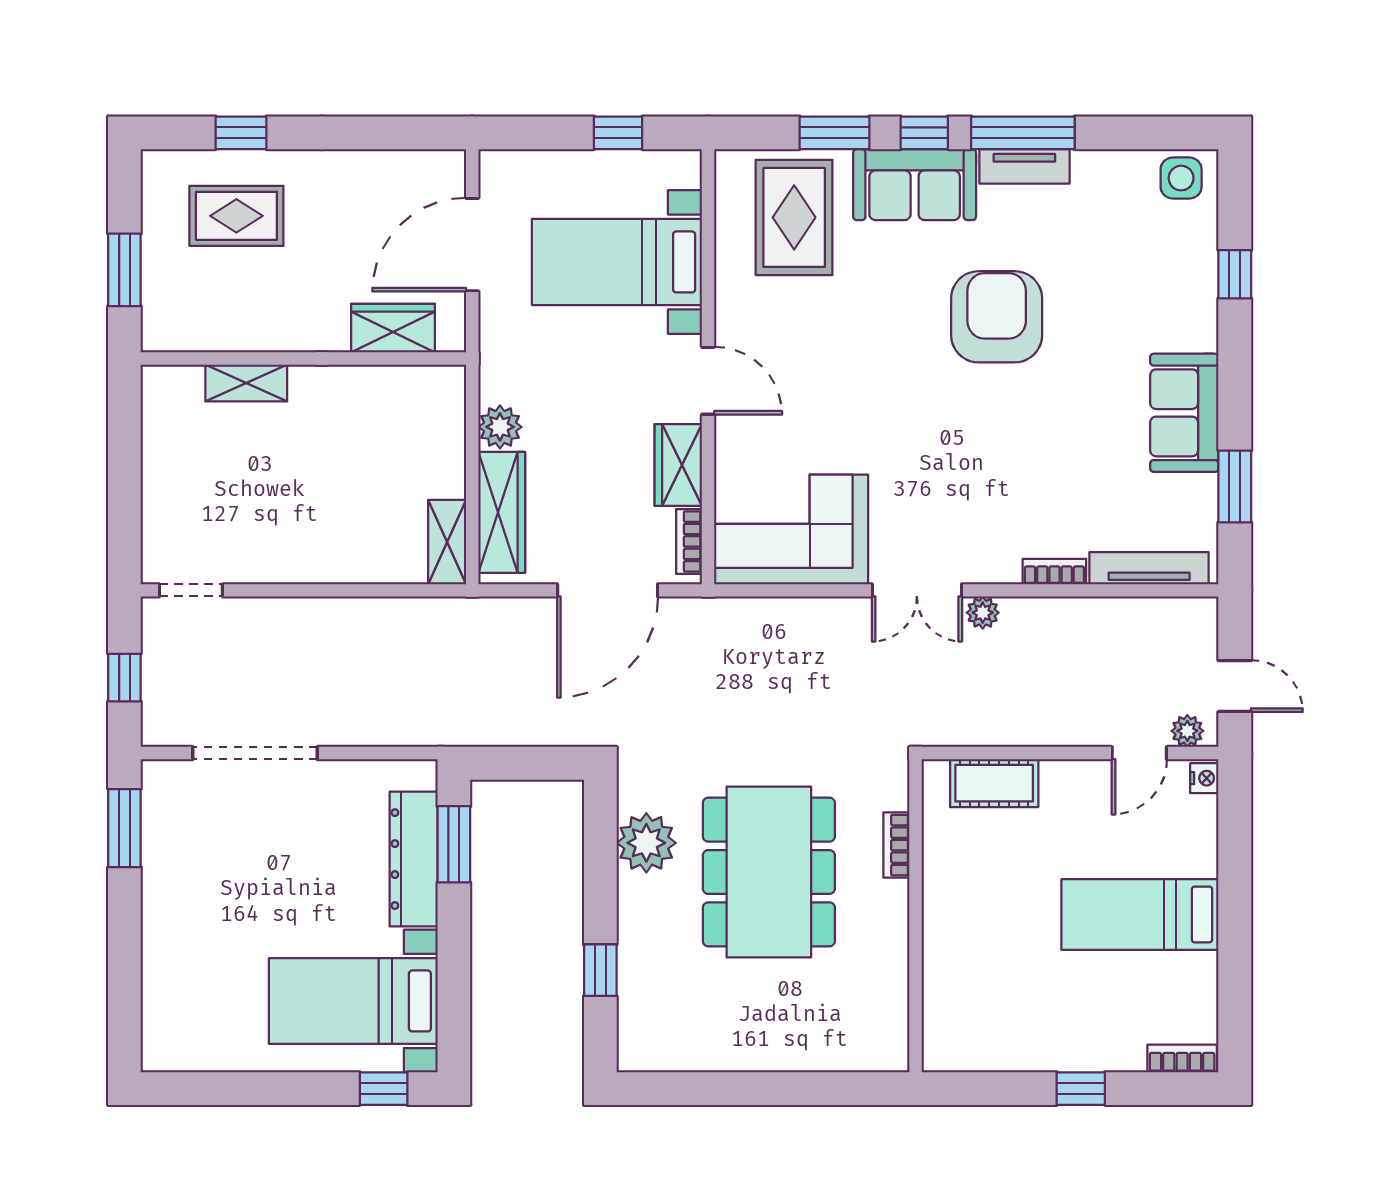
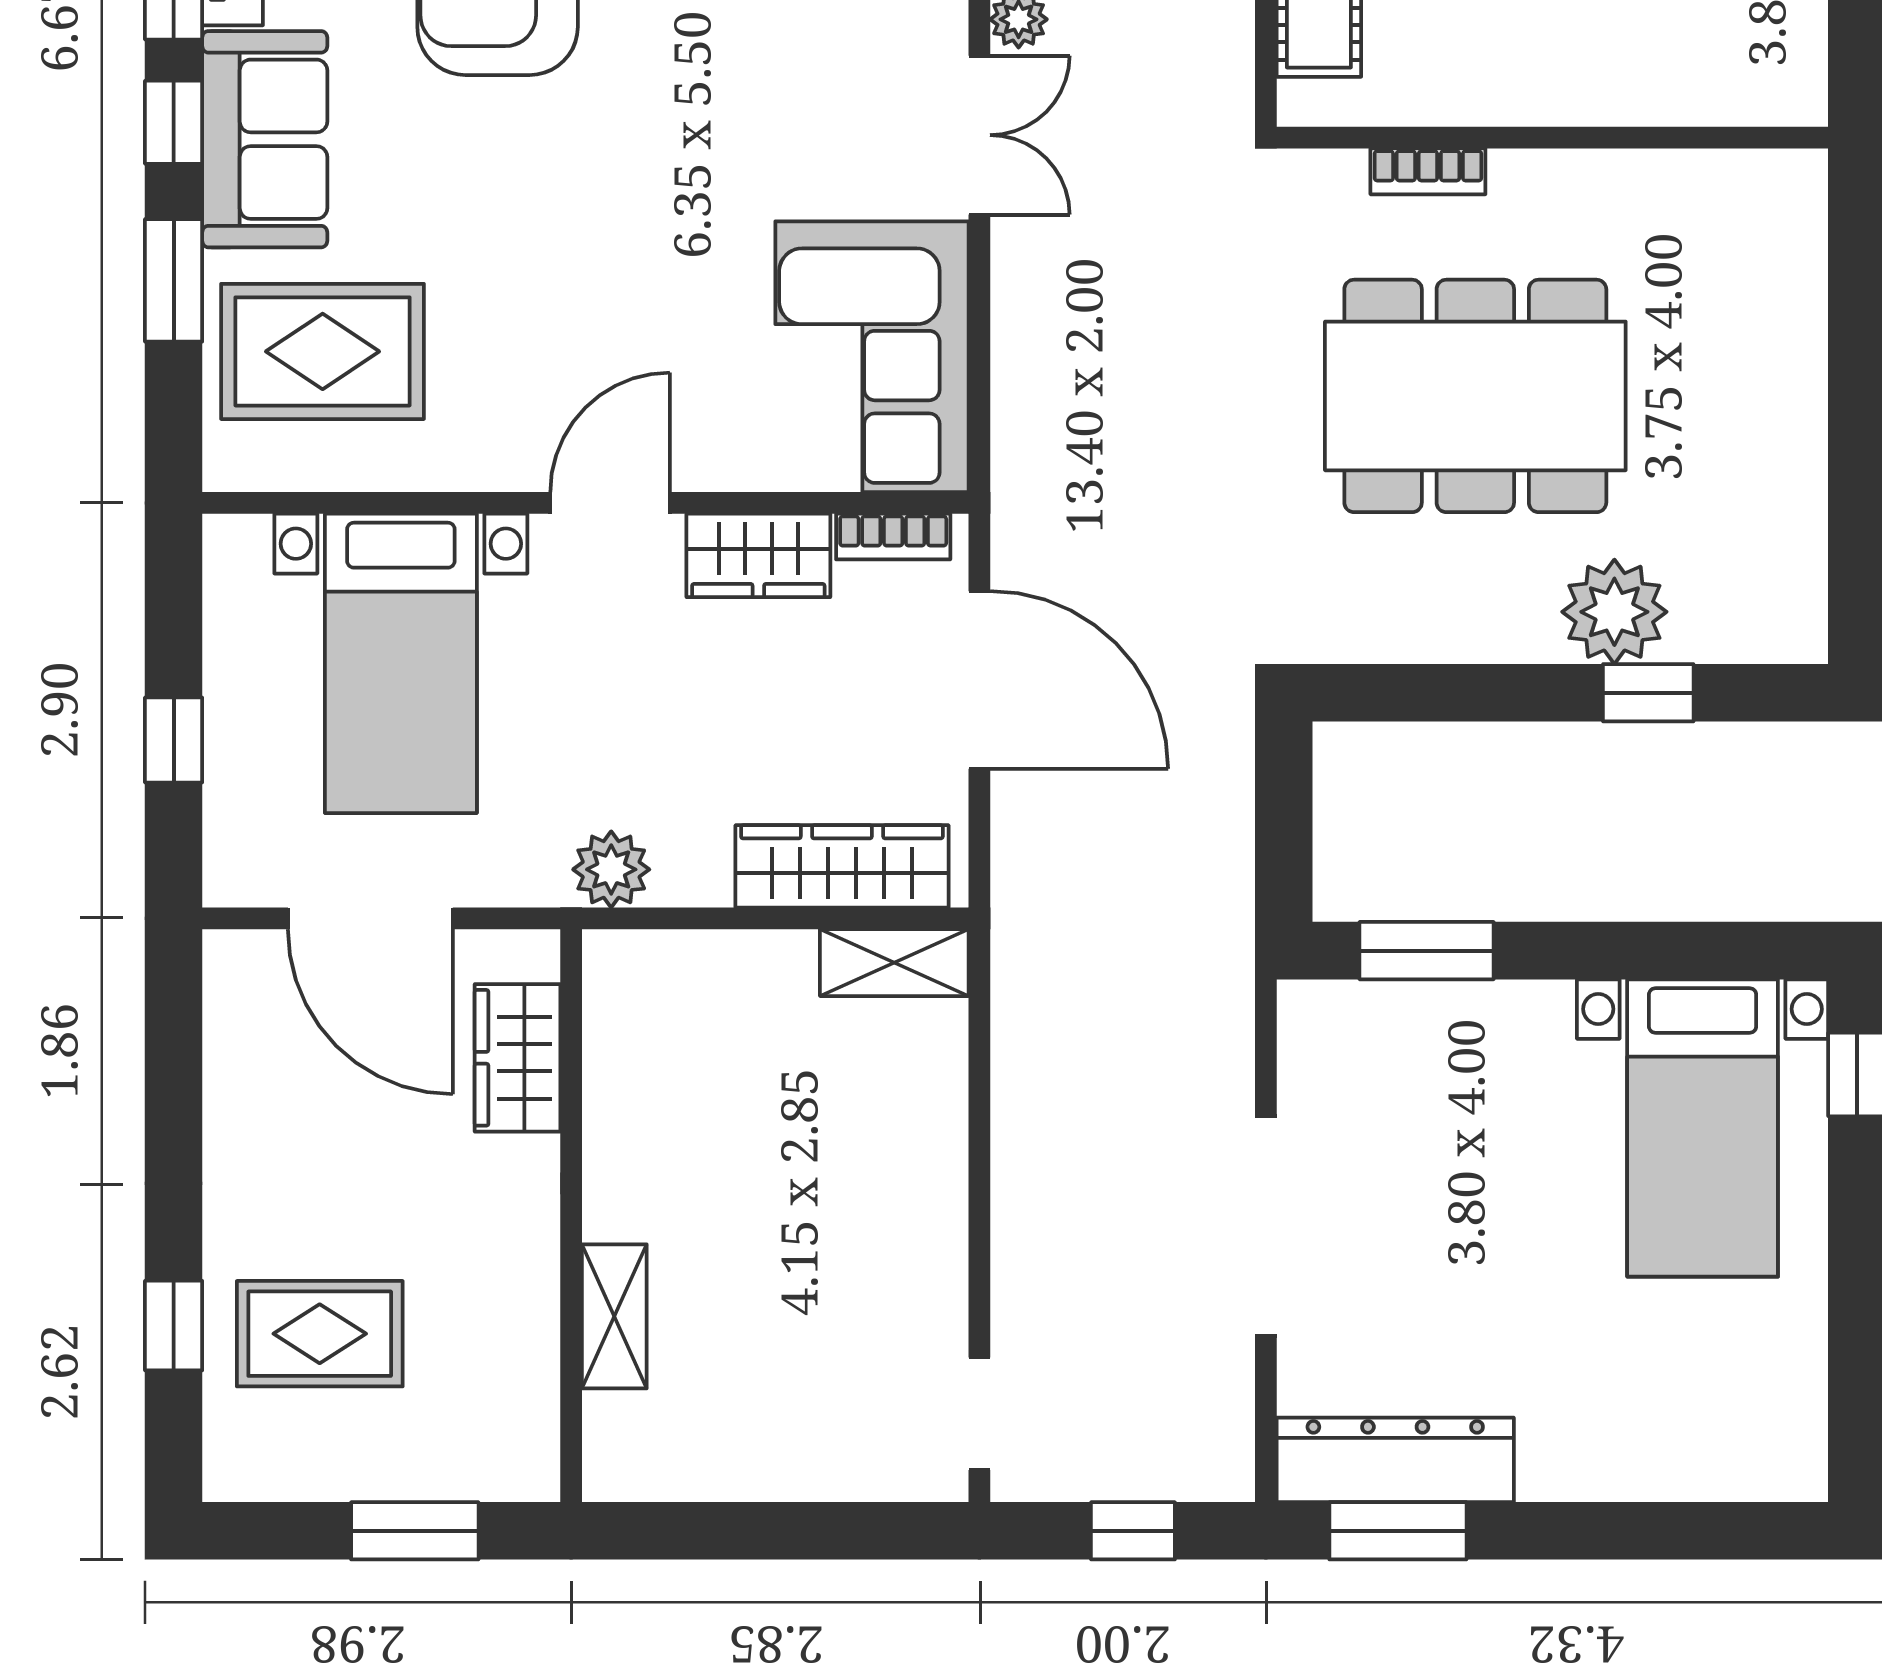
window: (618, 133) -> (174, 740), moved
rug: (236, 216) -> (320, 1334), turned 90
plant: (500, 427) -> (611, 869), moved
doorway: (255, 753) -> (1266, 1226), moved
plant: (646, 843) -> (1614, 612), moved
dresser: (414, 859) -> (1395, 1460), moved, turned 180

